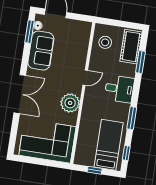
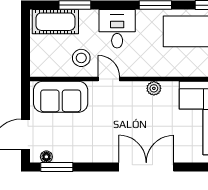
stool: (105, 42) -> (81, 58), moved
sofa: (41, 51) -> (61, 97), moved, turned 180
plant: (70, 103) -> (154, 88), width x0.53, depth x0.53

